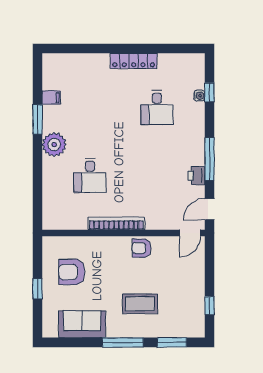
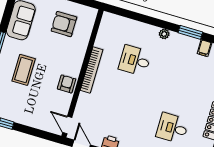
plant: (54, 145) -> (164, 34), width x0.53, depth x0.53
armchair: (72, 272) -> (64, 24), turned -90

